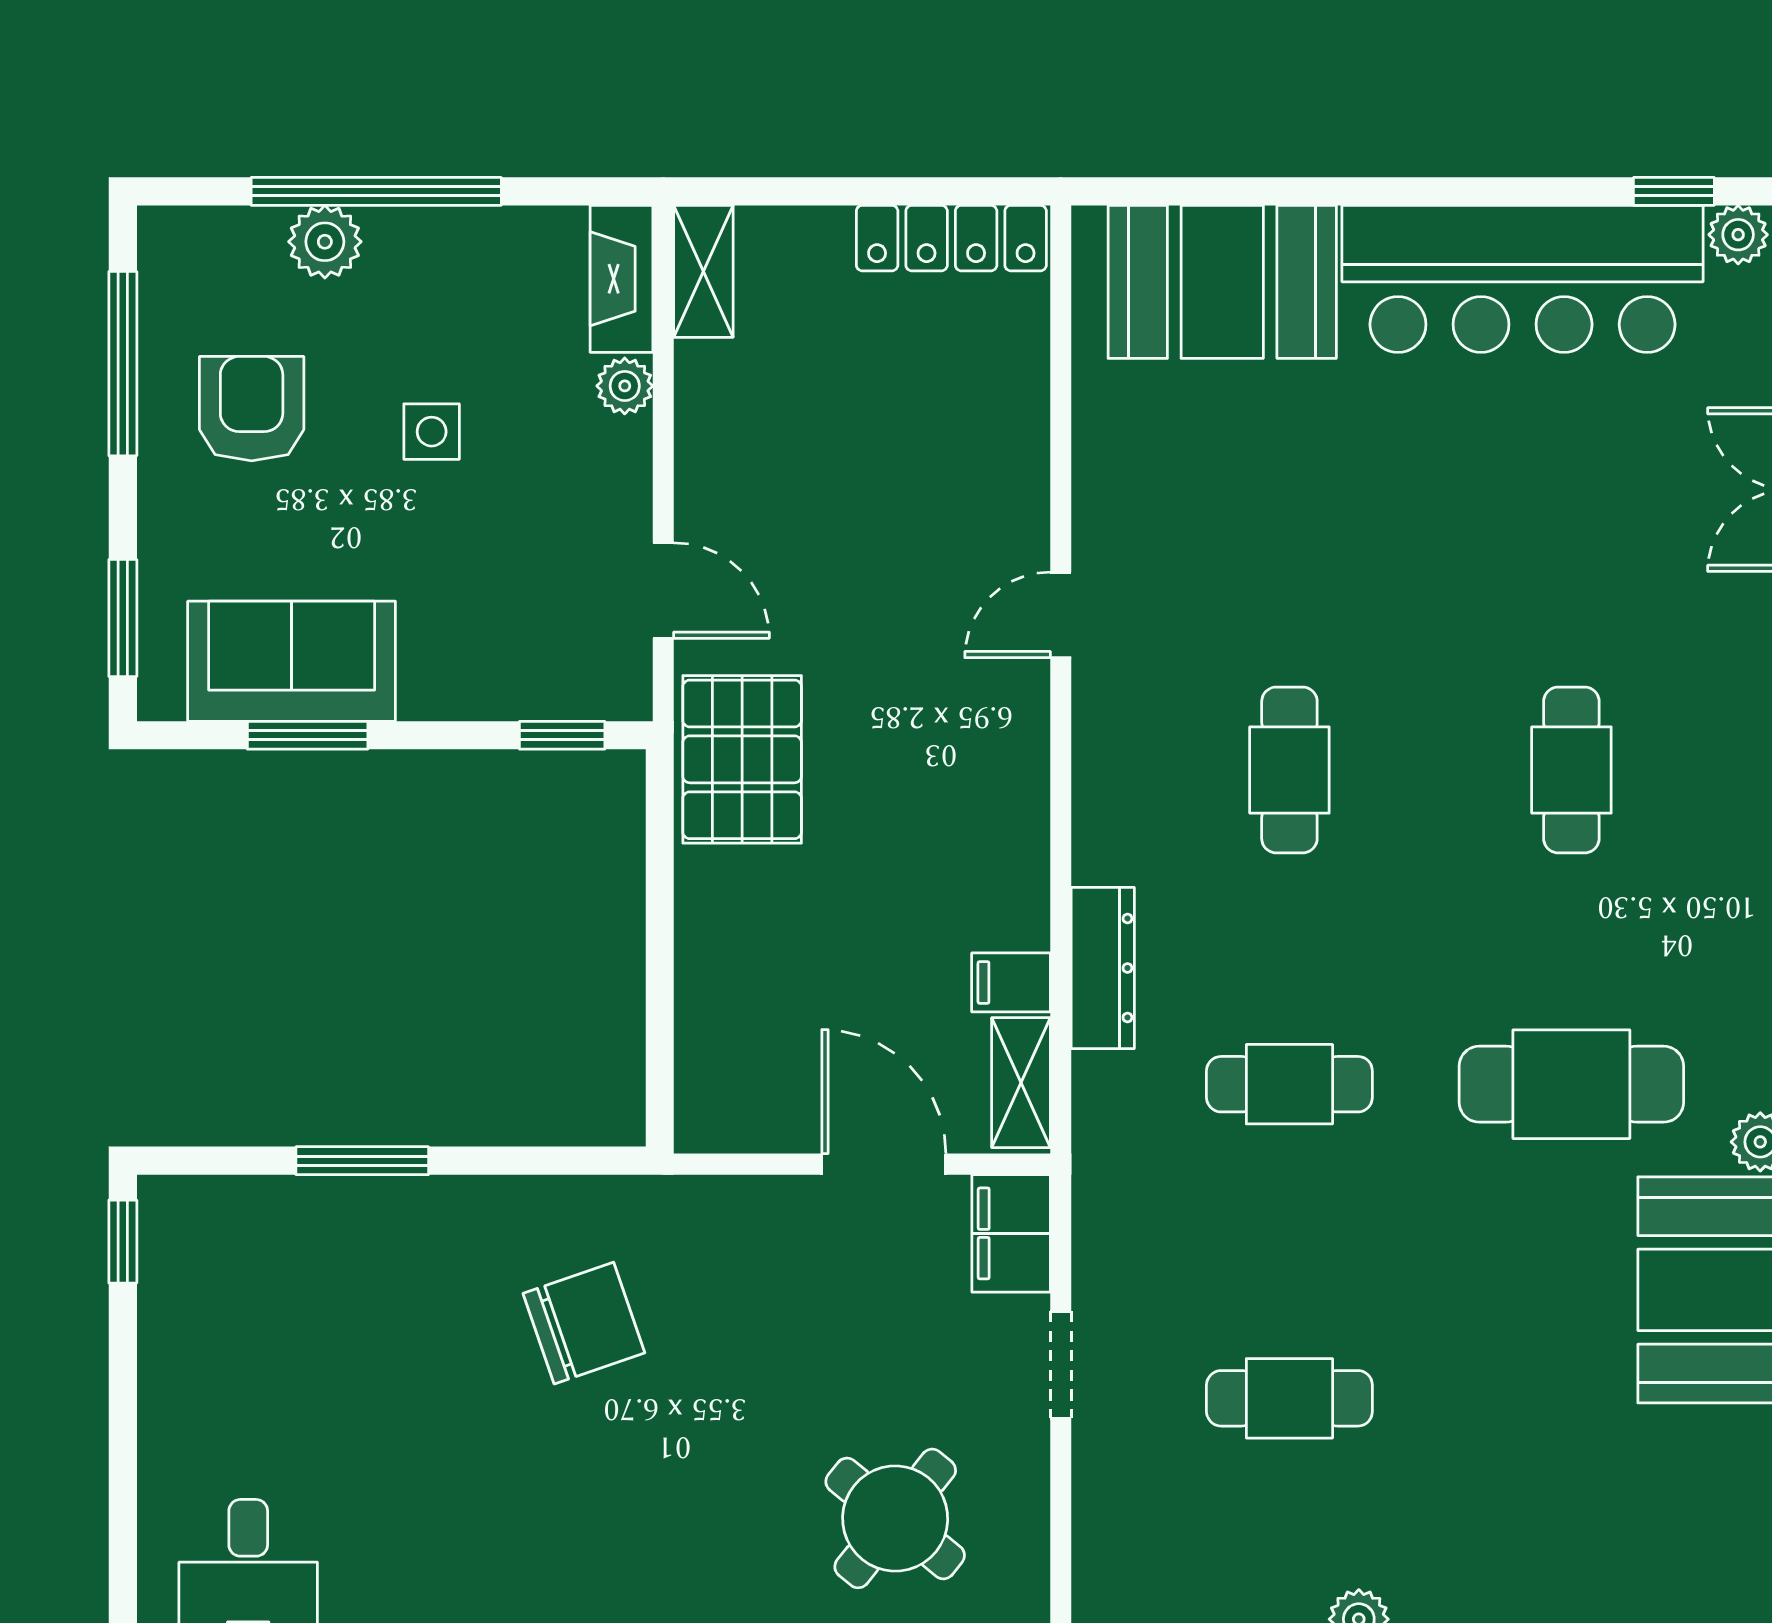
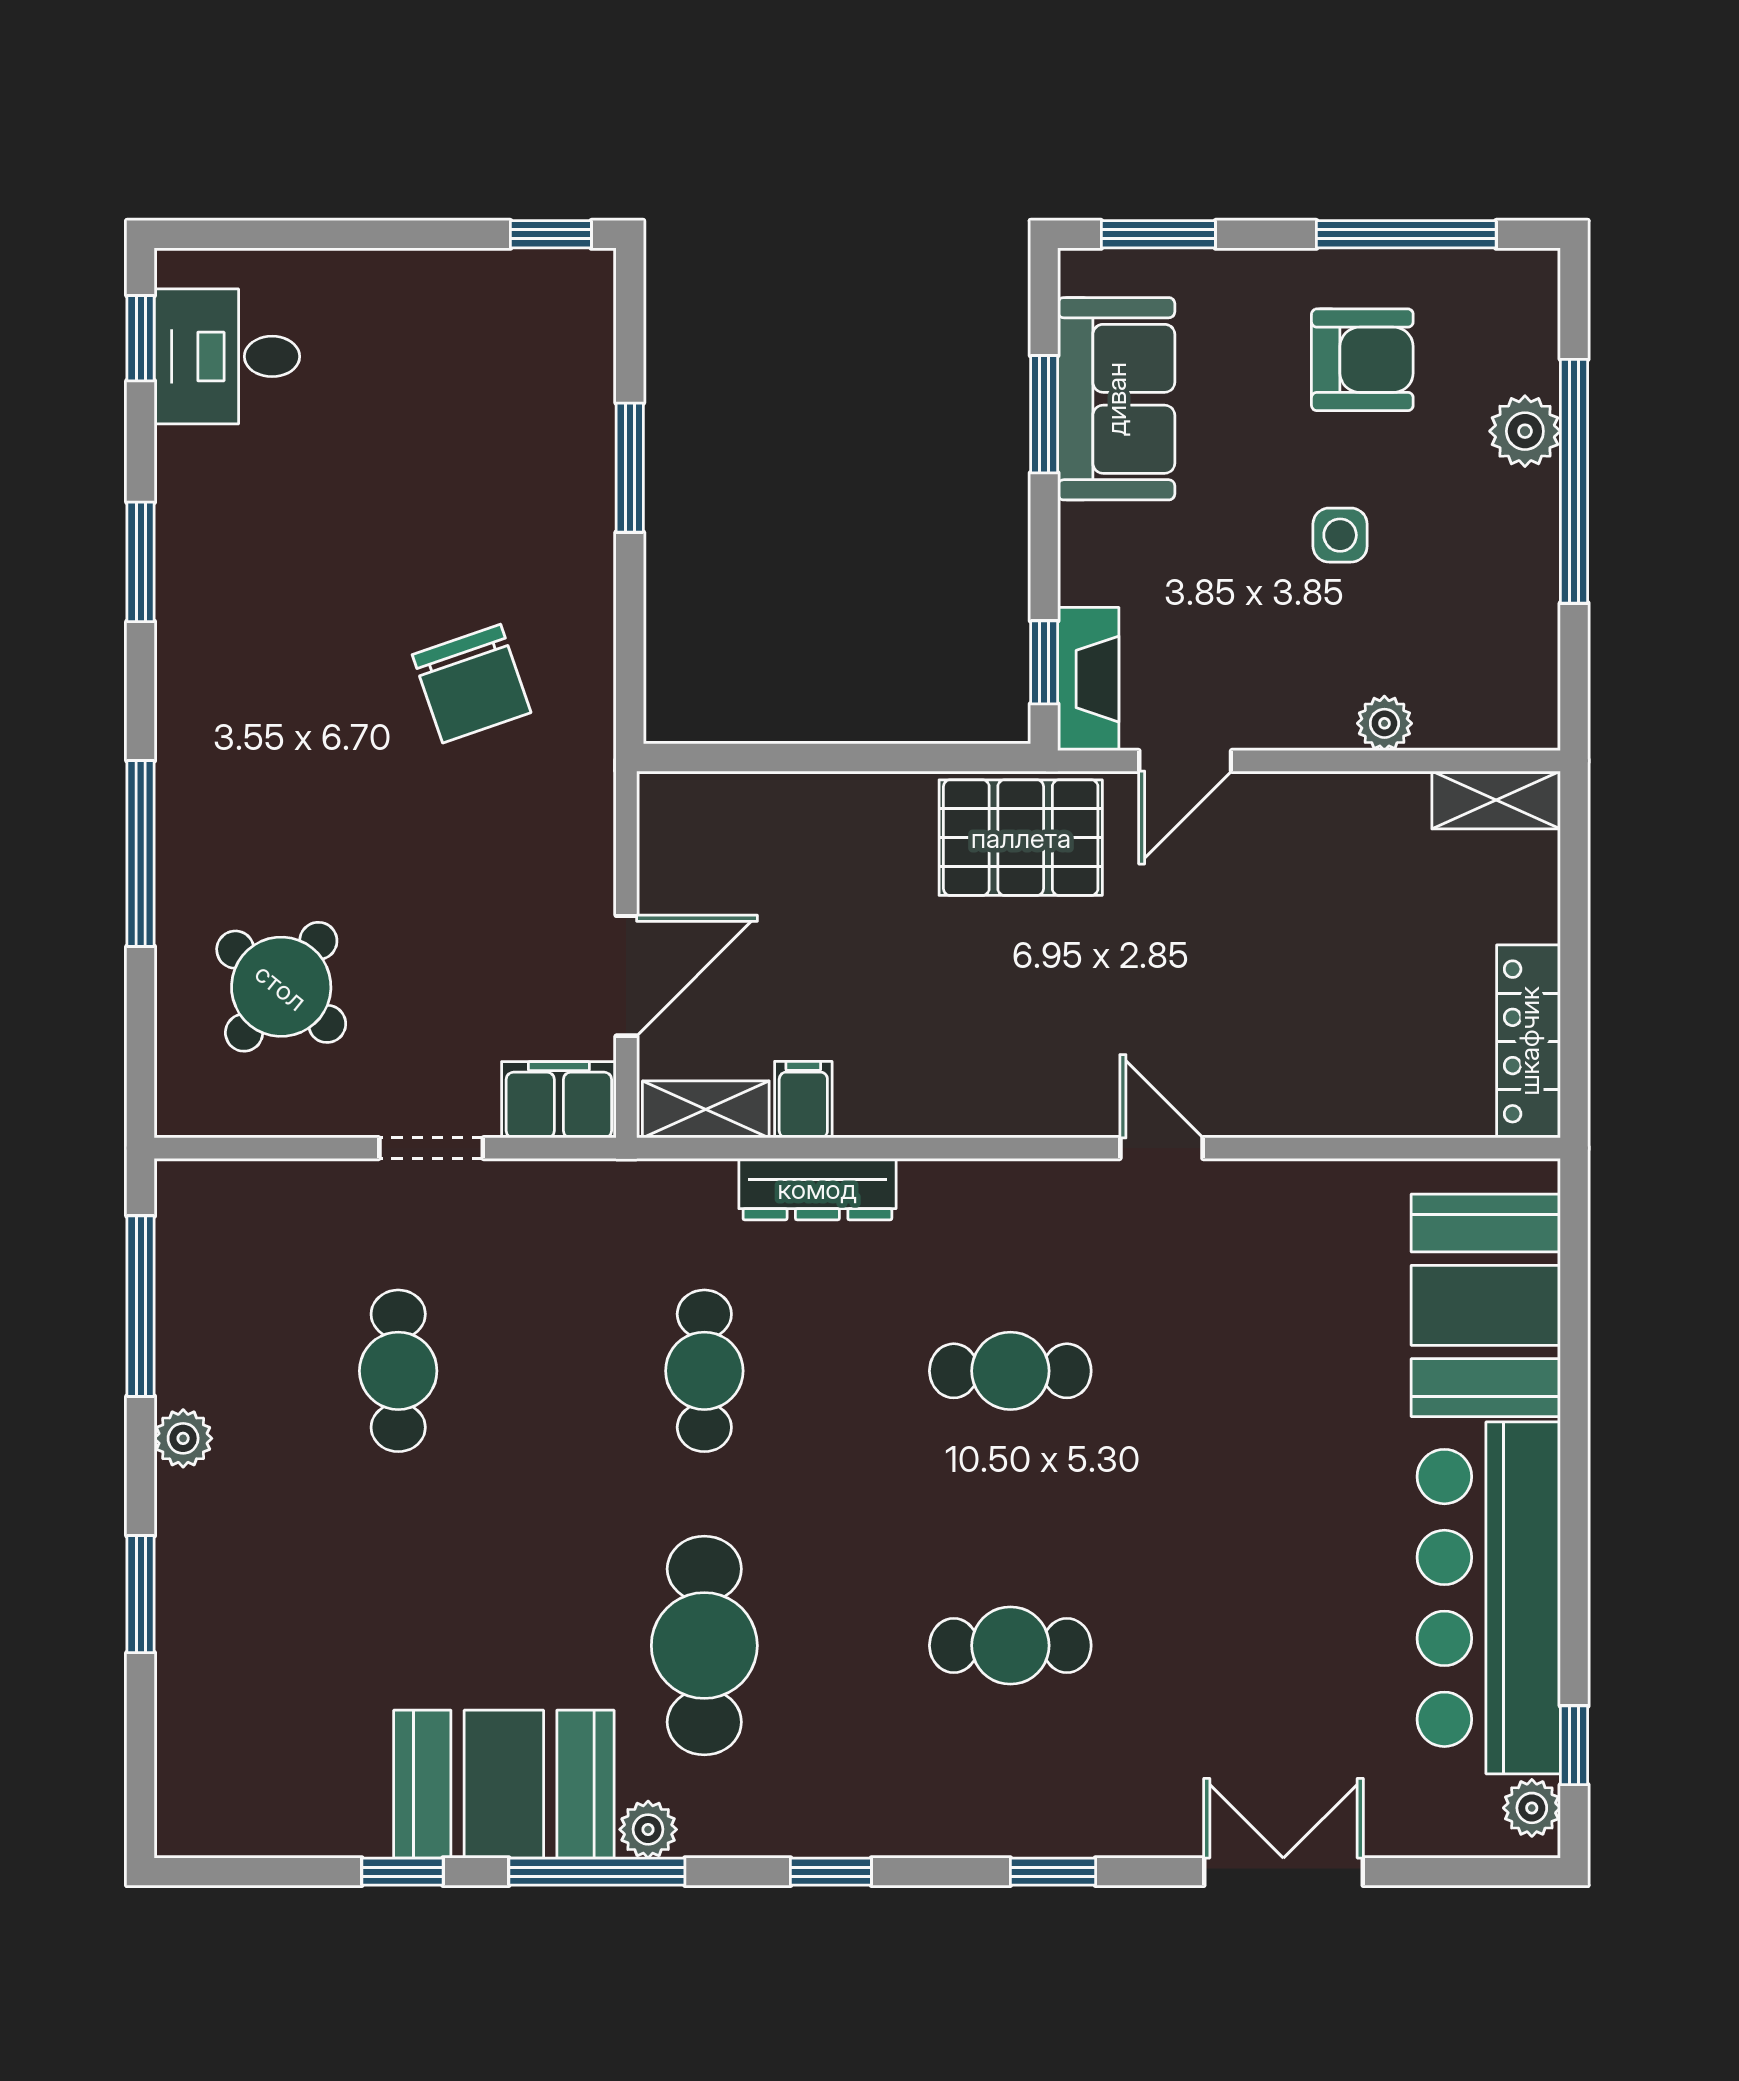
fireplace: (621, 279) -> (1088, 679), moved, turned 90

